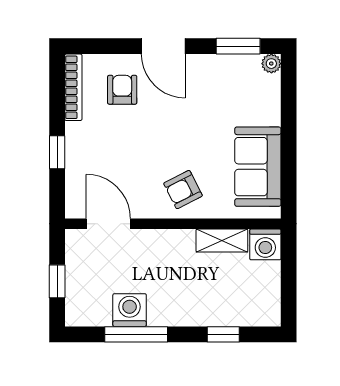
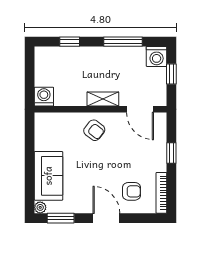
armchair: (122, 90) -> (132, 191), turned -90
sofa: (258, 167) -> (48, 176), moved
armchair: (183, 190) -> (94, 130), turned 65
shelving: (222, 240) -> (103, 99), moved
washing machine: (130, 310) -> (157, 56), moved

